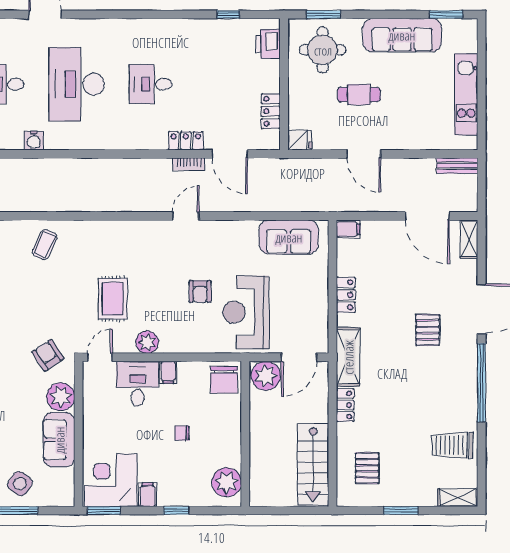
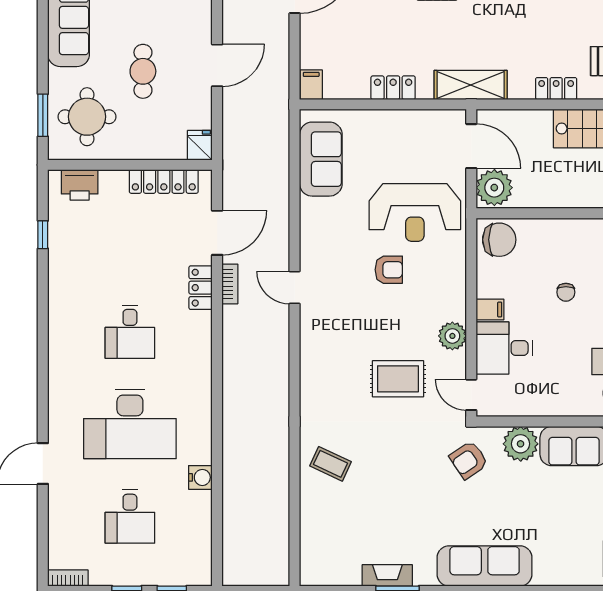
locker: (271, 111) -> (164, 181), width x1.53
locker: (345, 405) -> (556, 89), moved

